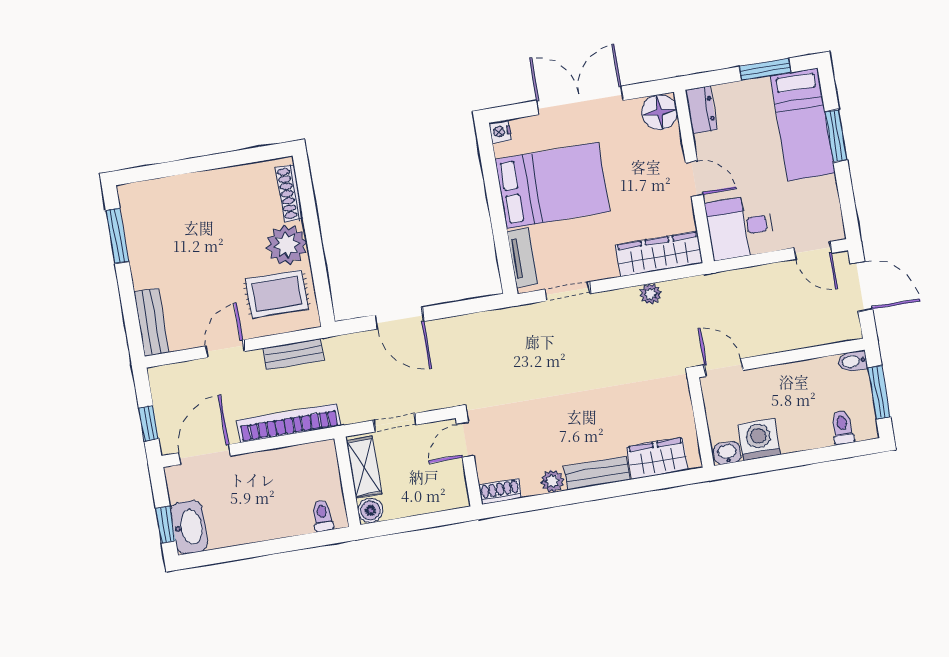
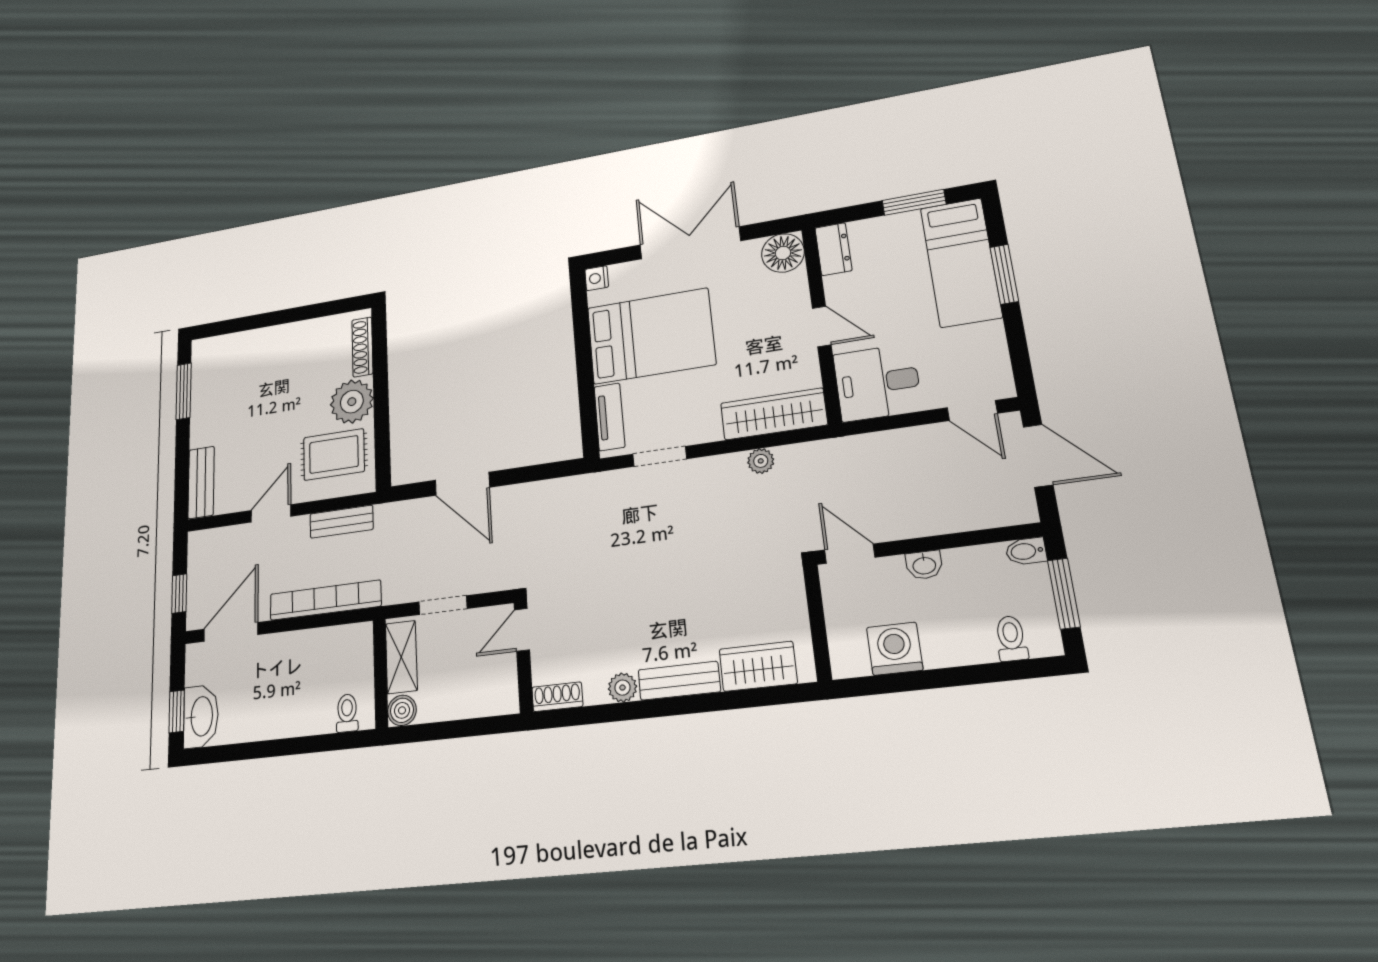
washbasin: (727, 453) -> (924, 565), moved, turned 180

